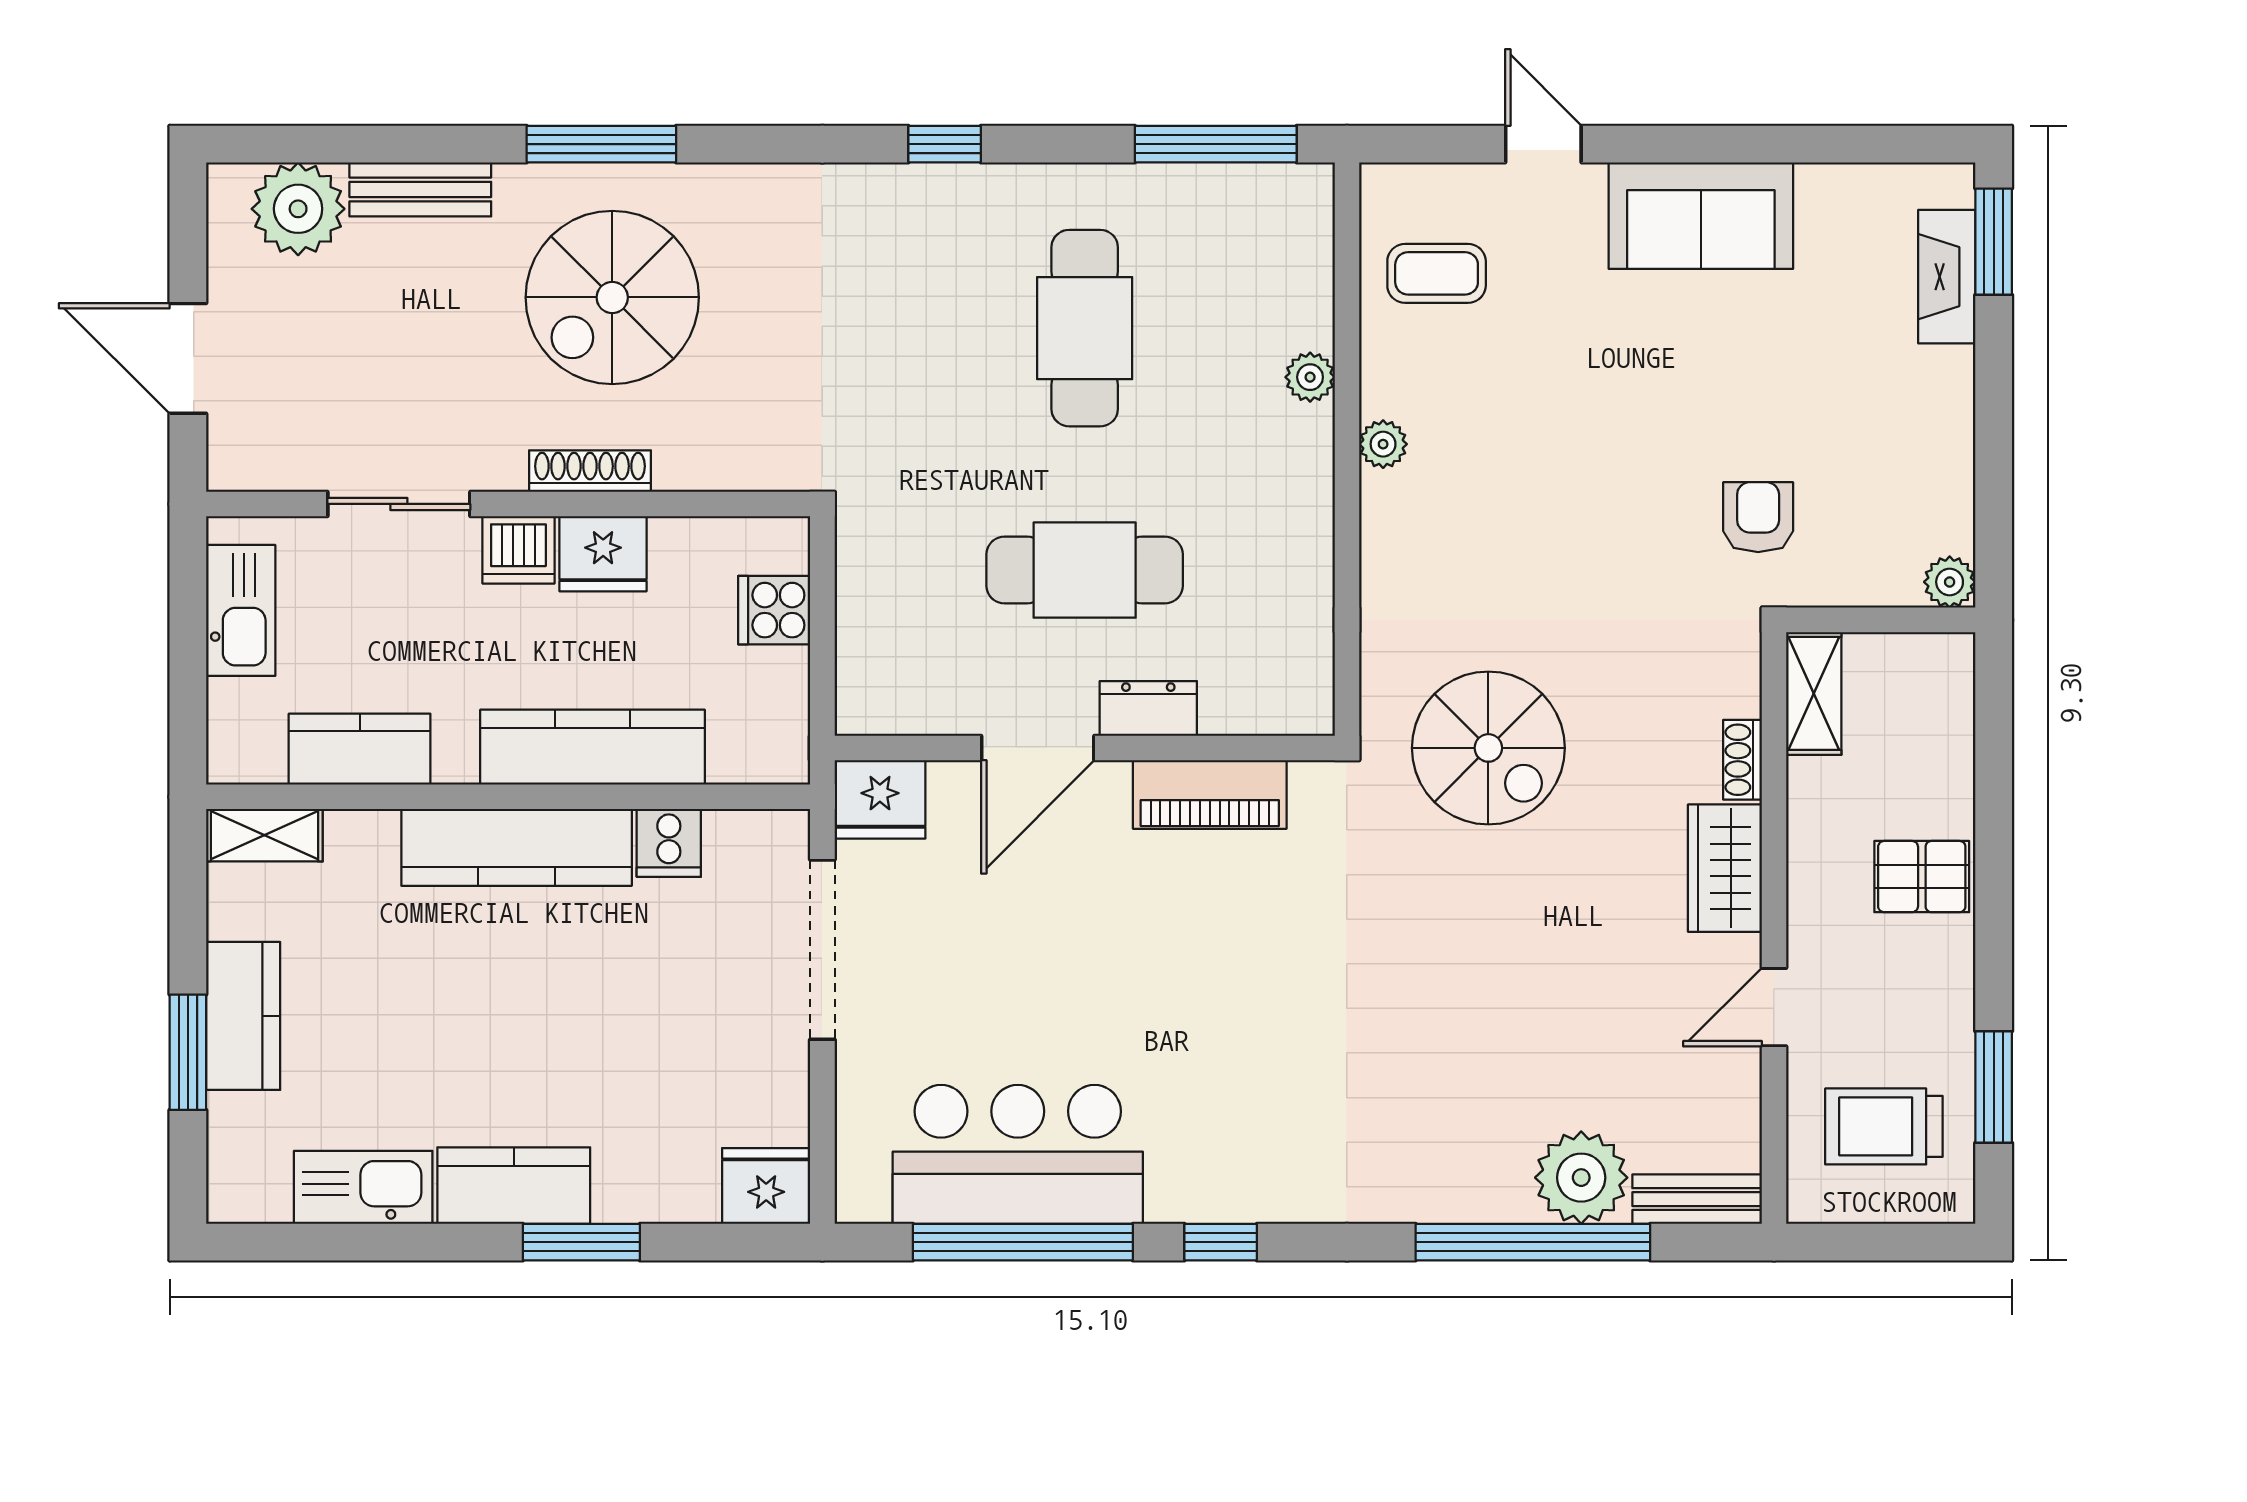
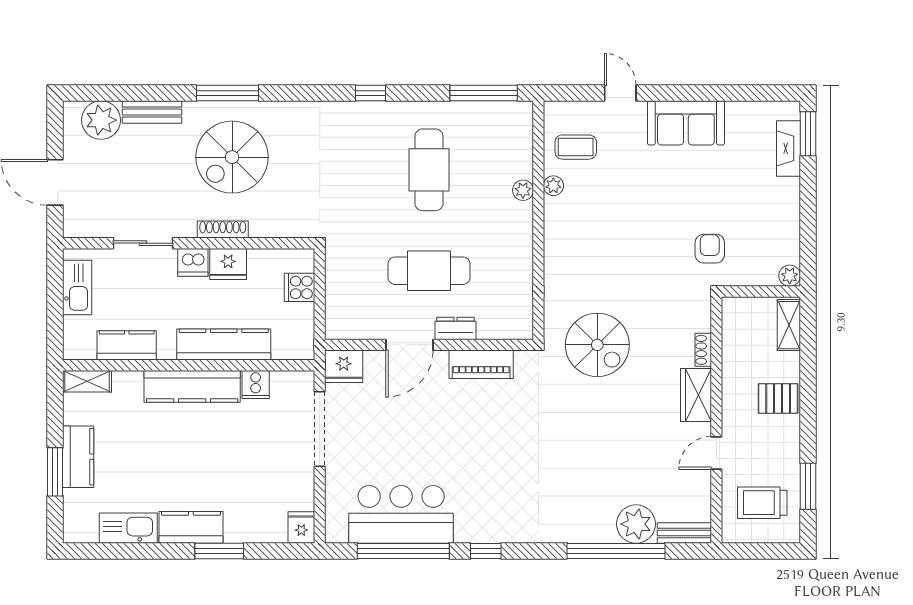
plant: (1383, 444) -> (553, 186), moved
shelving: (1814, 693) -> (789, 325), moved
fridge: (766, 1186) -> (301, 528), width x0.72

